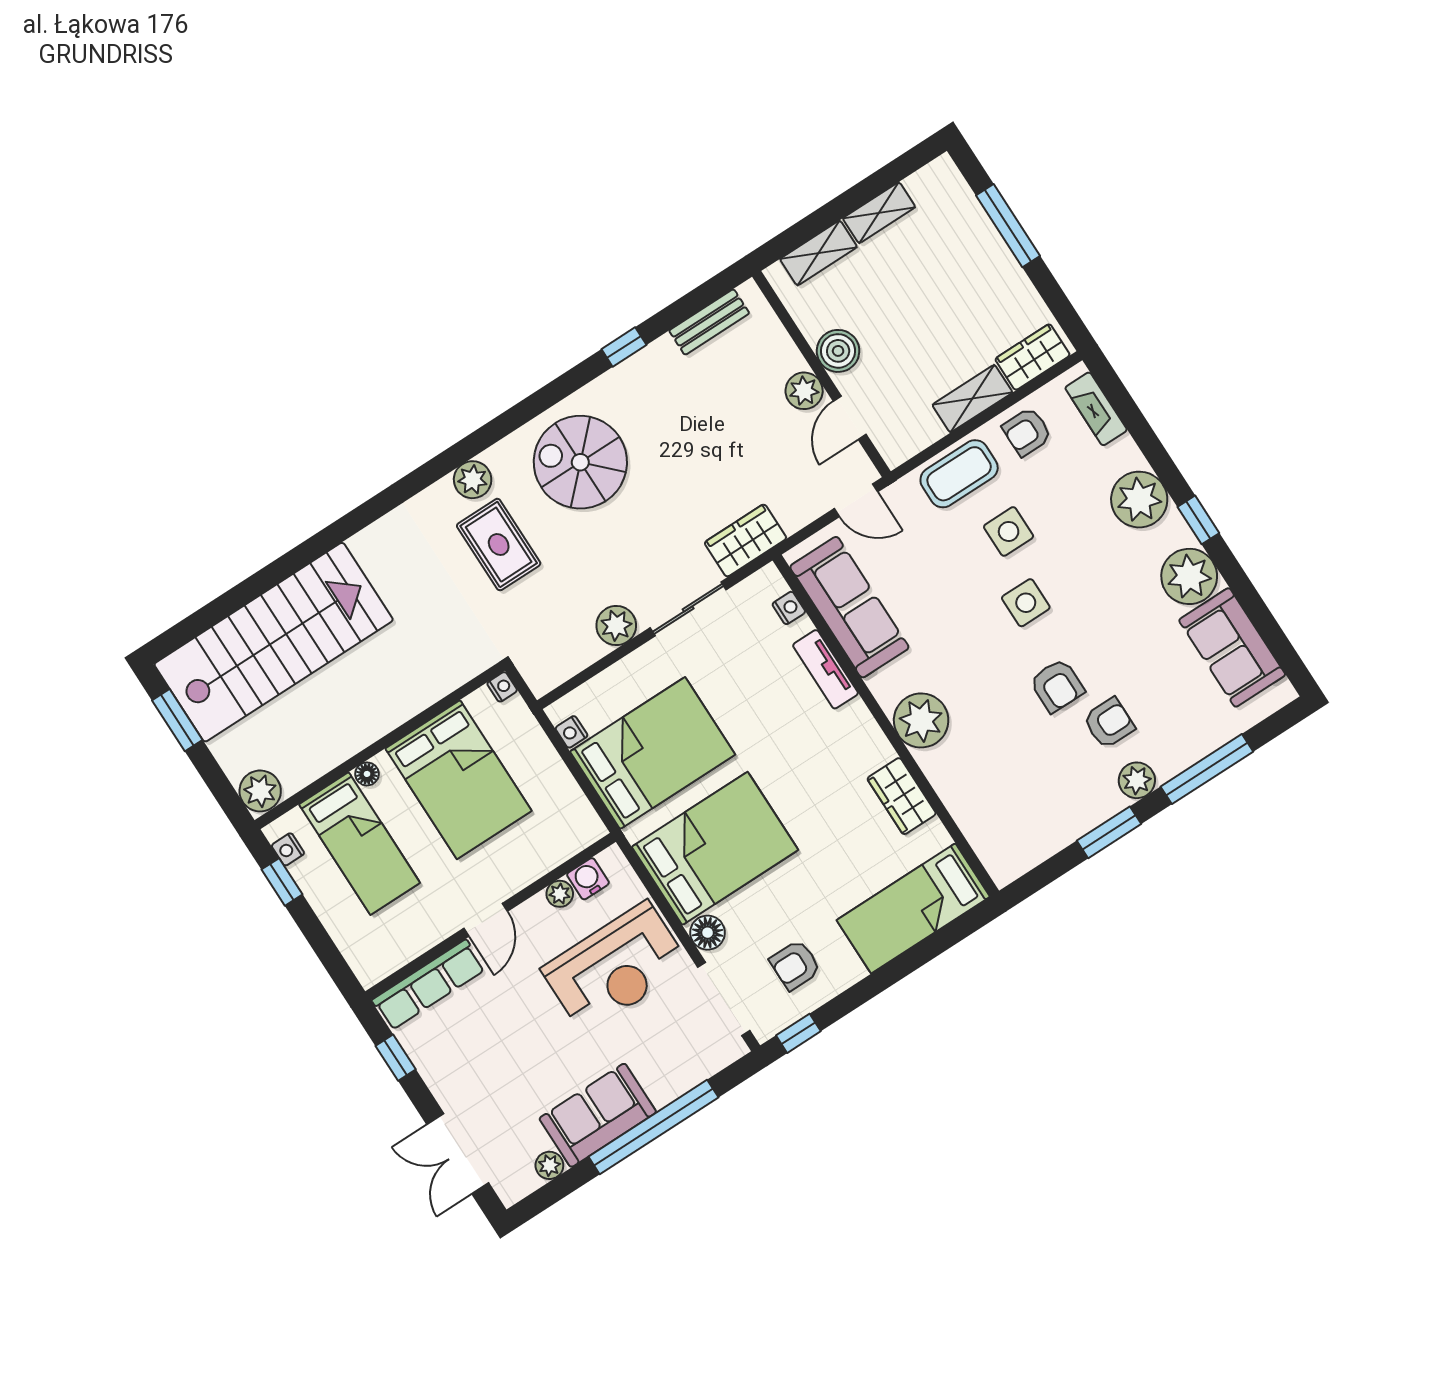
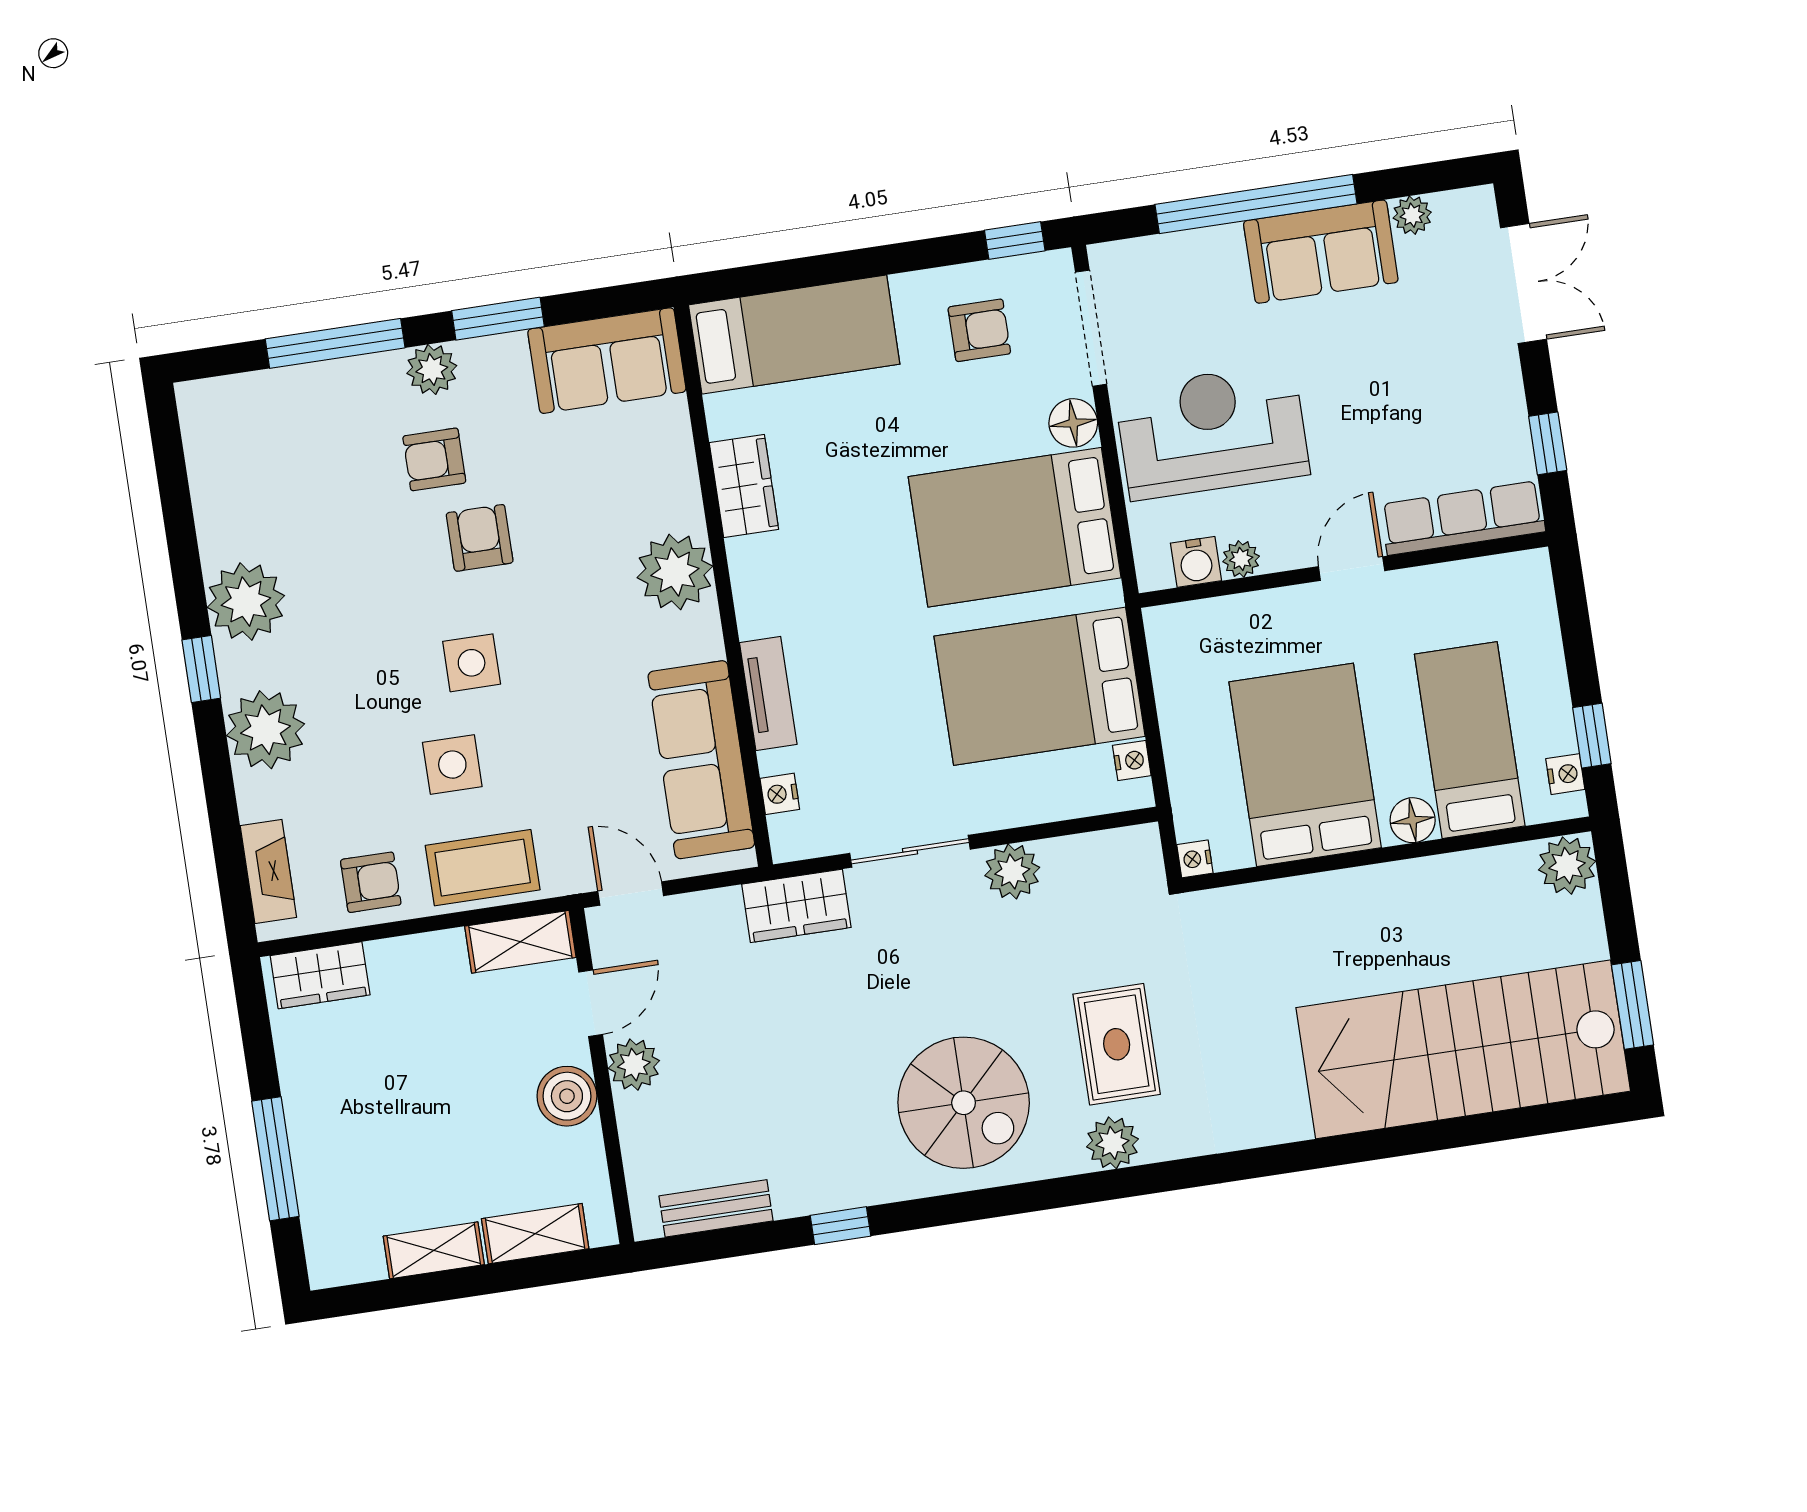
shelving: (972, 399) -> (520, 942), moved
sofa: (1232, 647) -> (607, 361), moved, turned 90
floor lamp: (367, 774) -> (1413, 820), width x1.37, depth x1.37

